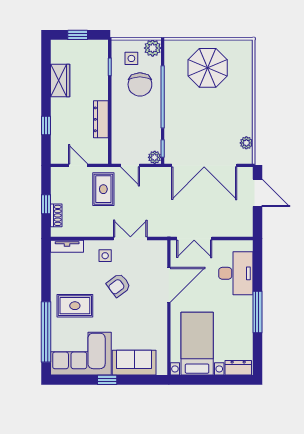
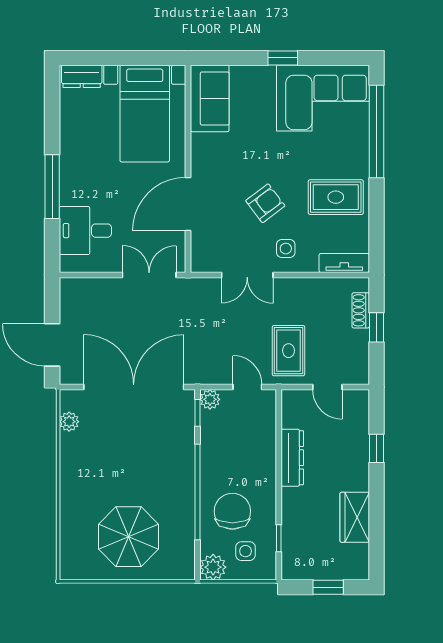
desk: (236, 273) -> (85, 231), width x0.73
rug: (75, 306) -> (336, 197), moved
window: (257, 312) -> (52, 187), moved
sofa: (134, 363) -> (210, 98), moved, turned -90

